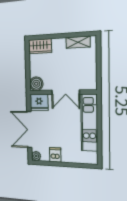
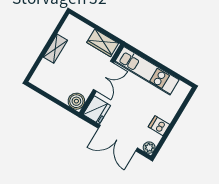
shelving: (78, 42) -> (55, 49), moved
wardrobe: (40, 46) -> (103, 43), moved, turned 90

